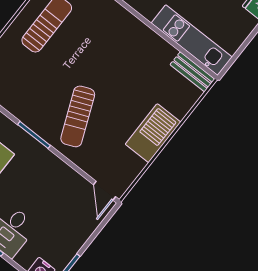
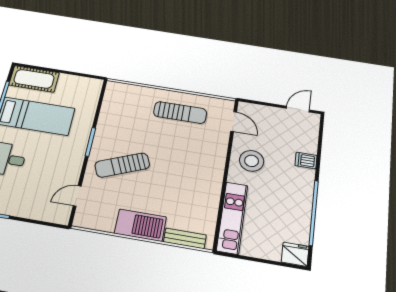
bench: (192, 72) -> (185, 238), moved, turned 90
door: (105, 191) -> (77, 196), moved

